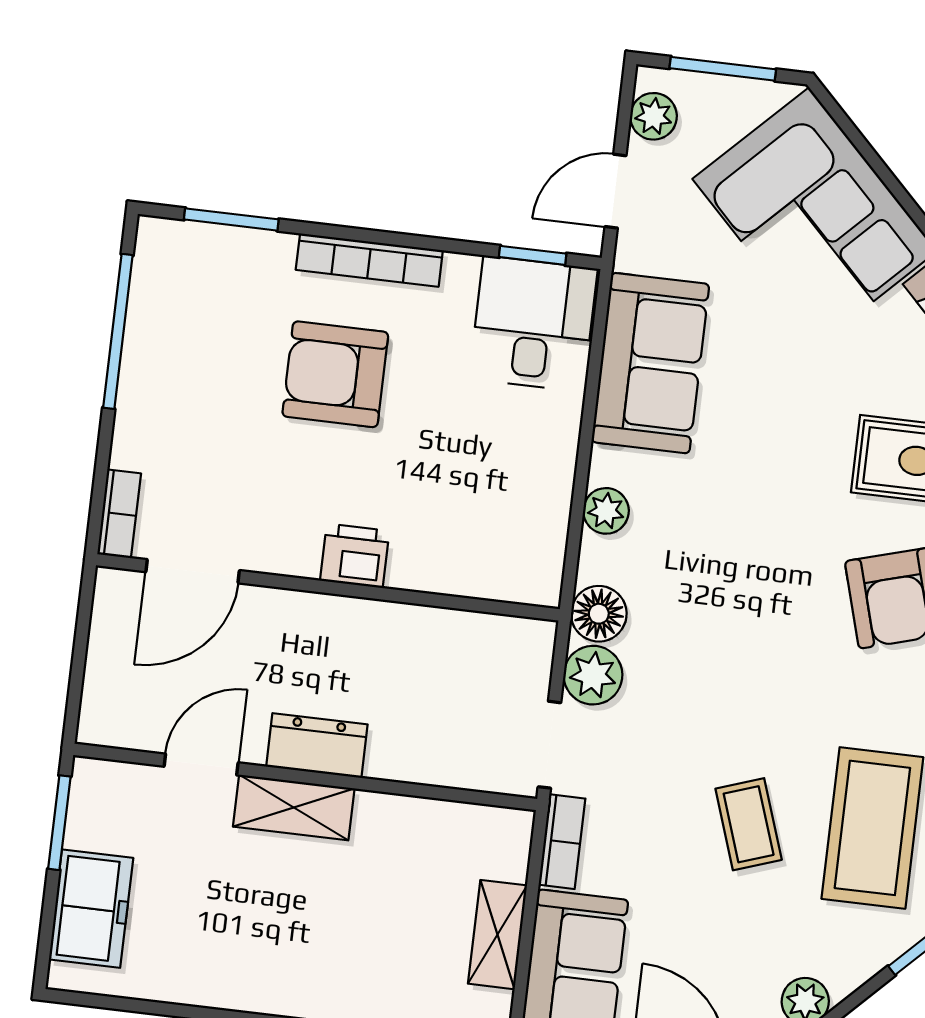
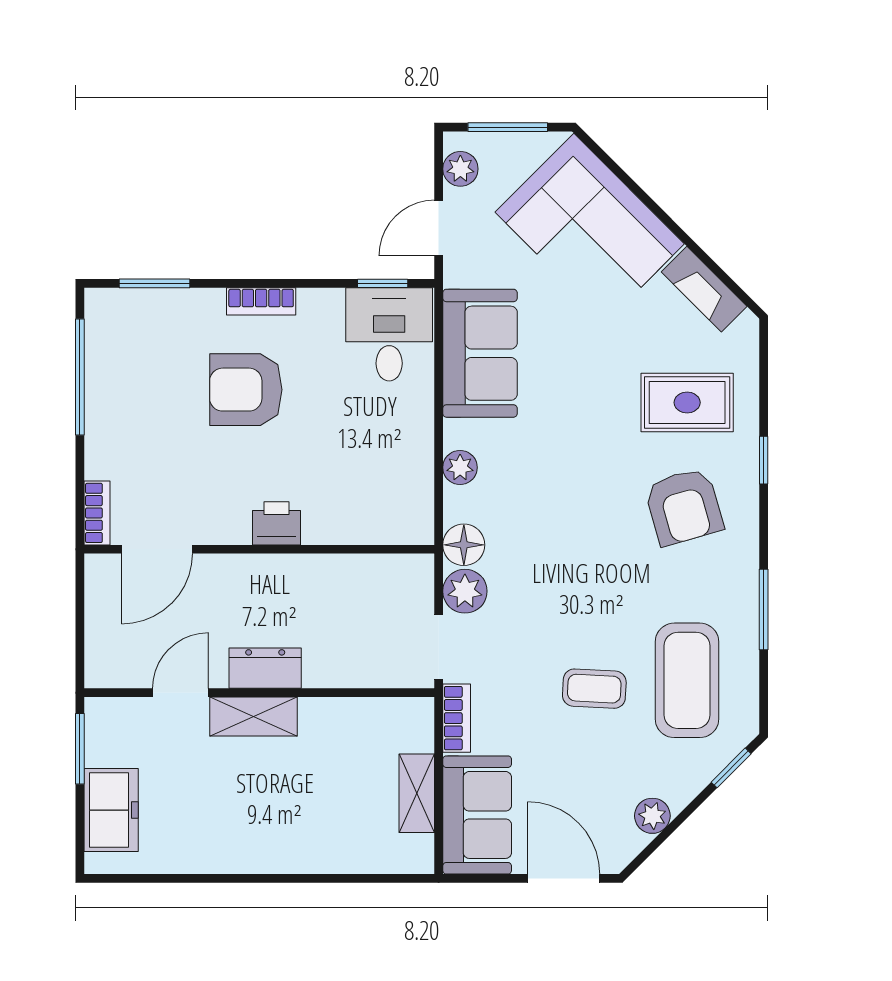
bookcase: (369, 260) -> (261, 301), width x0.64
coffee table: (749, 824) -> (594, 689), turned -68

